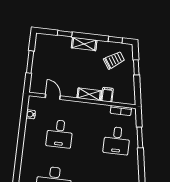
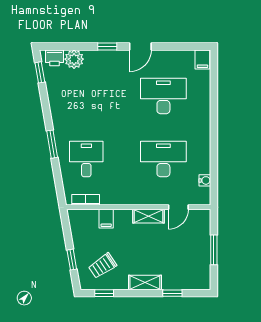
shelving: (89, 94) -> (149, 216), moved
door: (53, 97) -> (178, 207), hinge flipped
desk: (60, 134) -> (163, 159), width x1.37
window: (140, 137) -> (52, 144), moved

